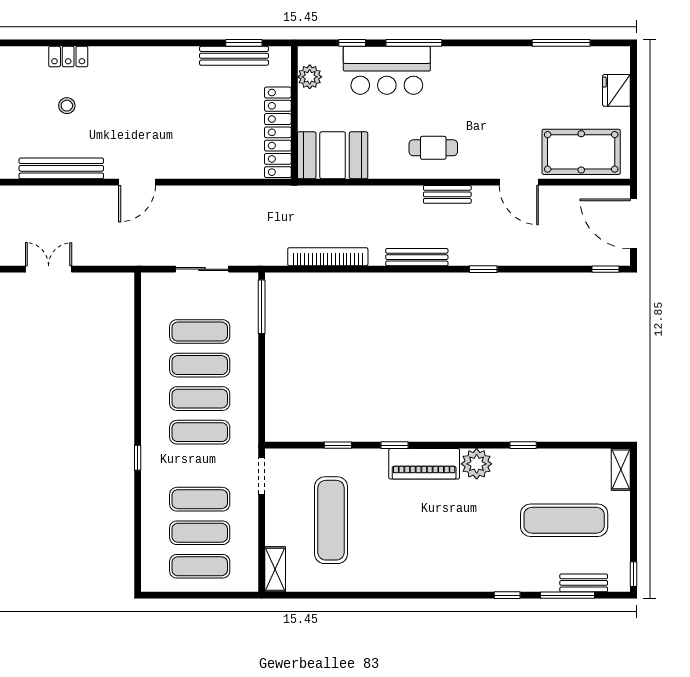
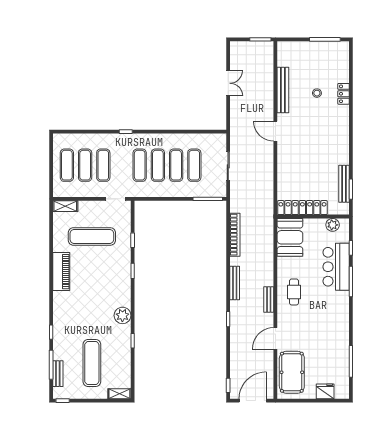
piano: (424, 464) -> (61, 272), moved, turned 180

